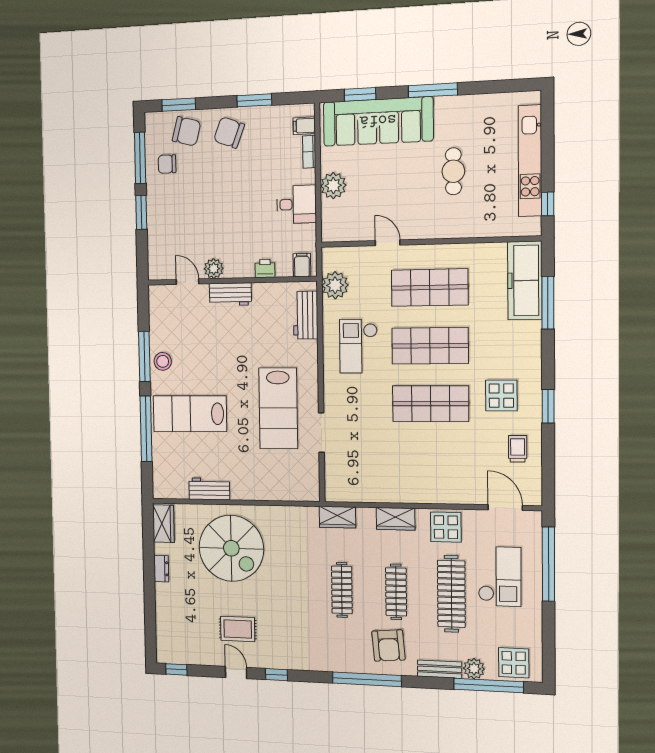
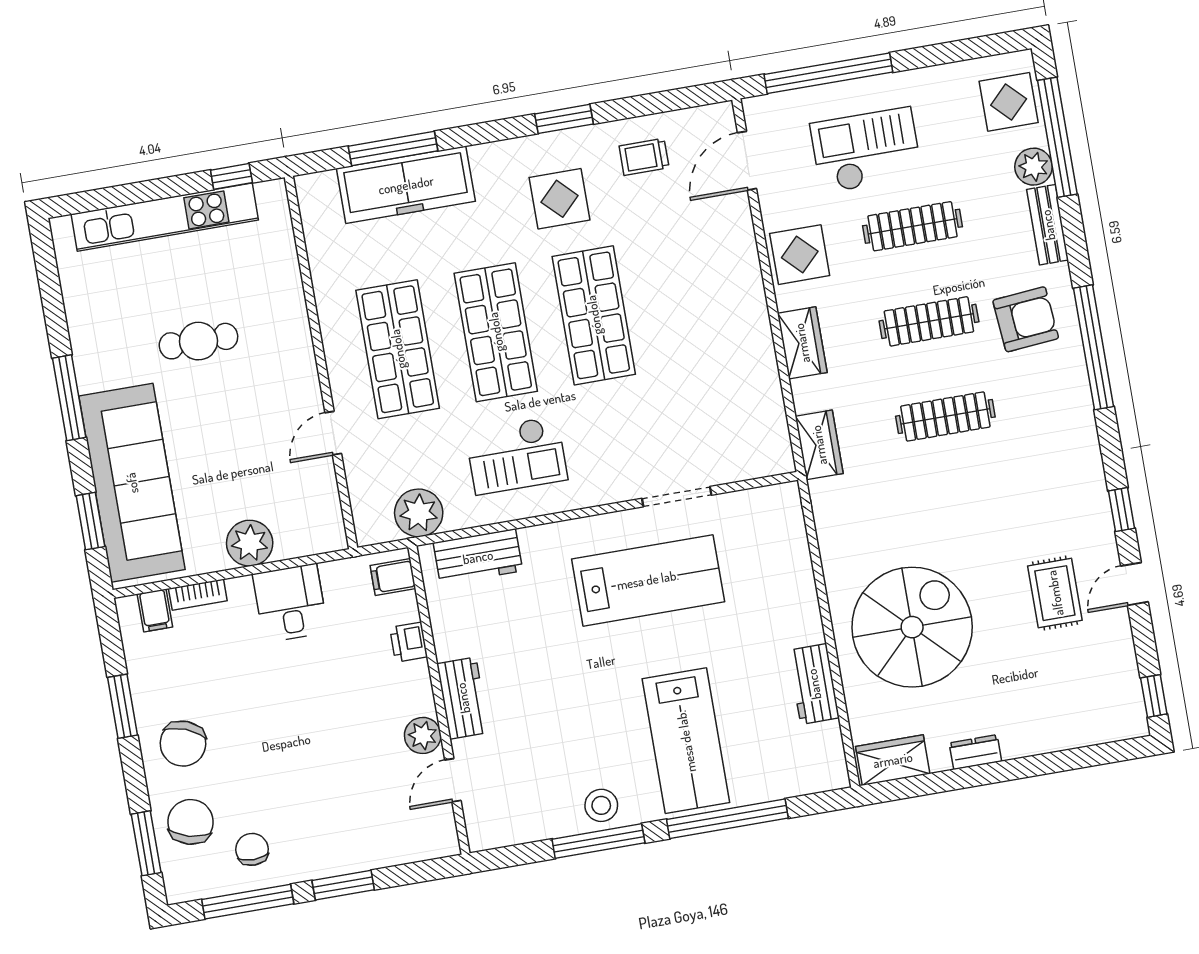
chair: (167, 164) -> (252, 849), turned 180
freezer: (525, 281) -> (406, 185), moved
clothes rail: (451, 594) -> (912, 226), width x0.73, depth x0.76

